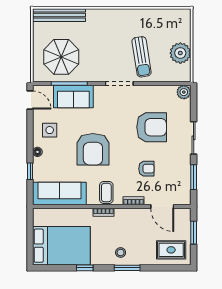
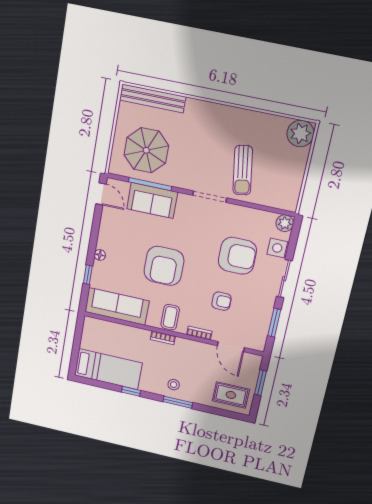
plant: (180, 53) -> (300, 133), moved
side table: (50, 130) -> (277, 248), moved
bed: (61, 246) -> (108, 369), width x0.67

